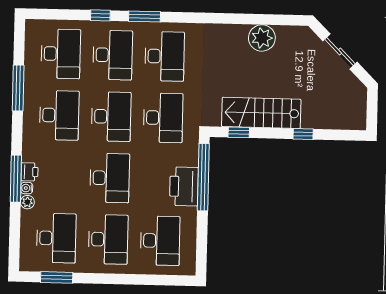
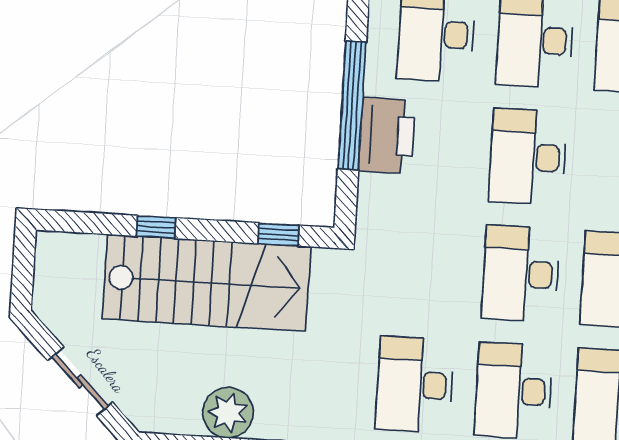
stairs: (261, 113) -> (207, 283), width x1.36, depth x1.51
desk: (163, 118) -> (422, 268), removed
window: (203, 177) -> (352, 106), moved

